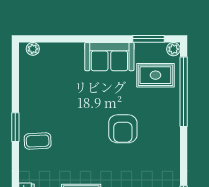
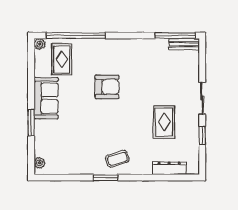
window: (148, 39) -> (31, 122), moved
coffee table: (38, 141) -> (117, 159), turned 76

